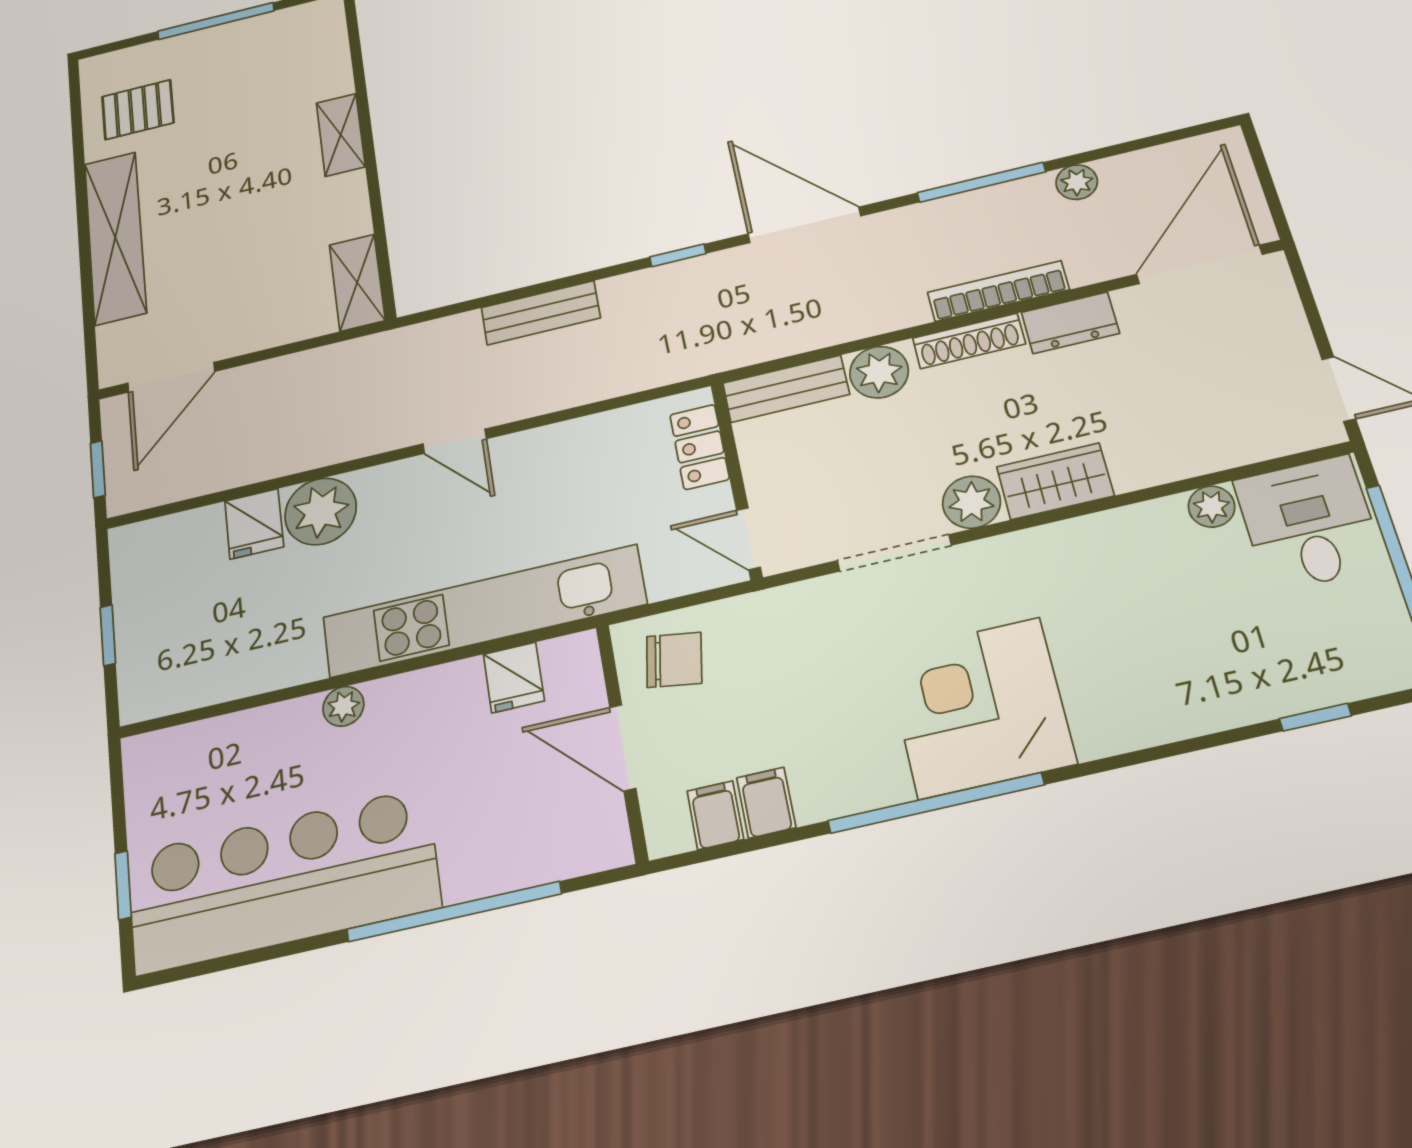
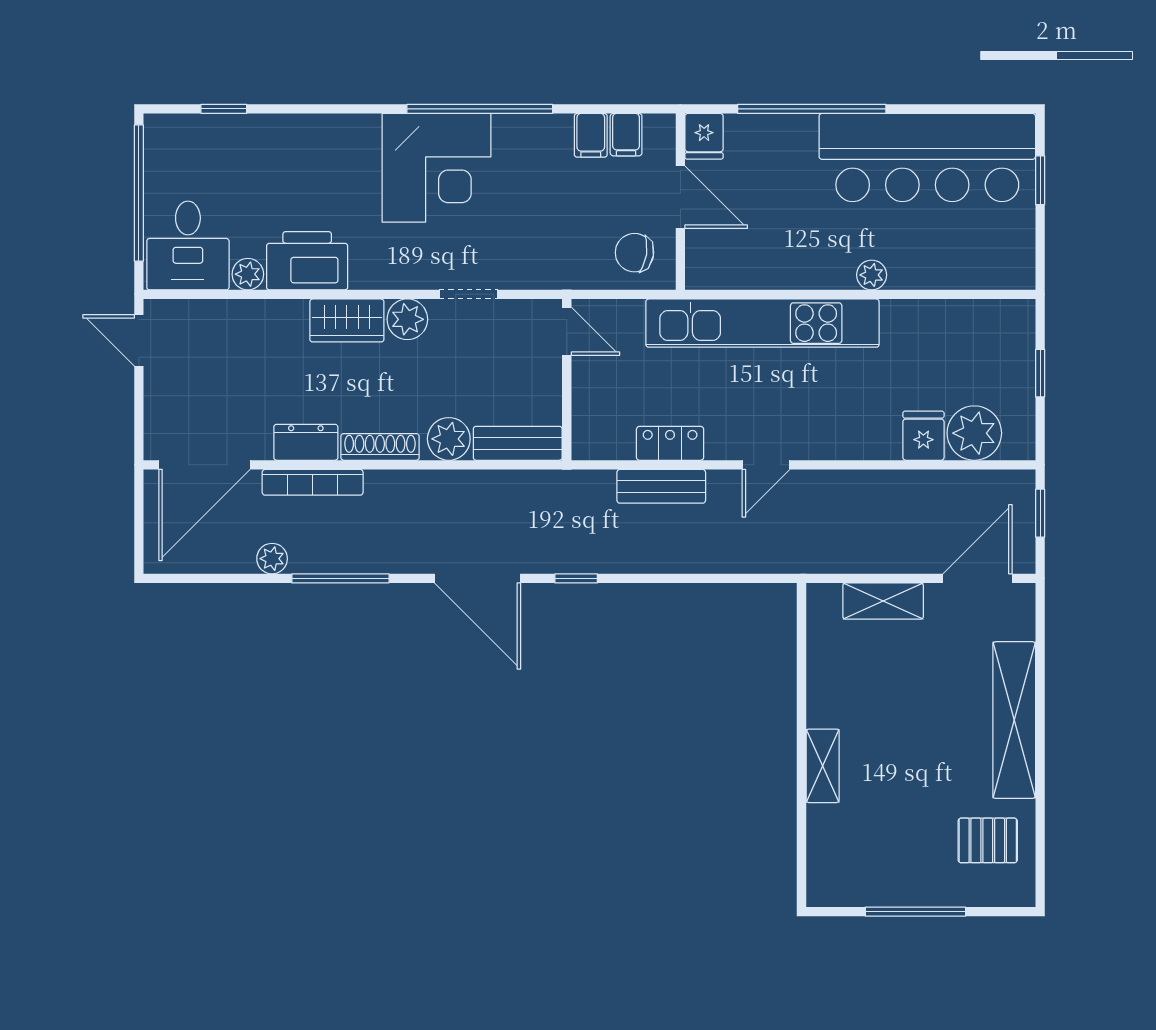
shelving: (357, 282) -> (883, 601), moved, turned 90
bookcase: (998, 291) -> (313, 482), moved
bench: (541, 313) -> (661, 486), moved
door: (455, 441) -> (766, 465), swing flipped
locker: (699, 447) -> (670, 443), moved, turned -90
plant: (321, 511) -> (974, 433), moved
printer: (1132, 543) -> (307, 261), added
doorway: (894, 553) -> (468, 294), width x0.73
fridge: (514, 677) -> (704, 136), moved, turned 180

